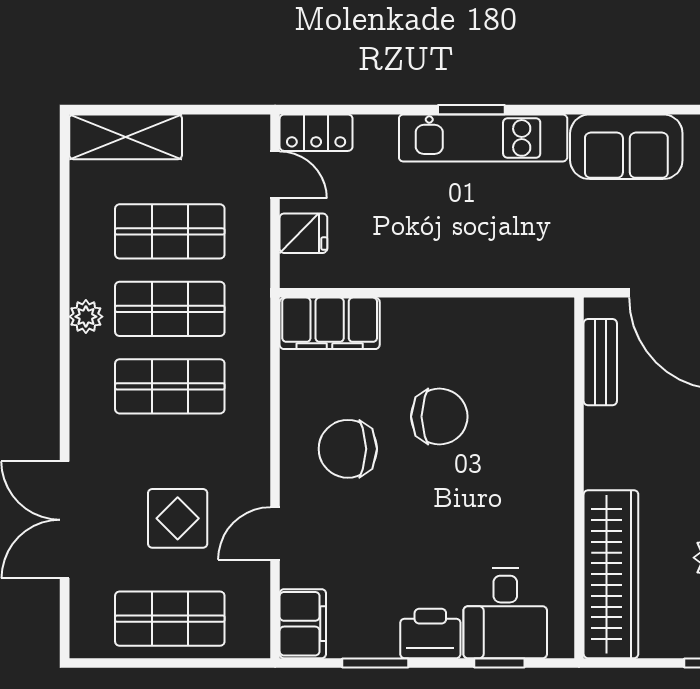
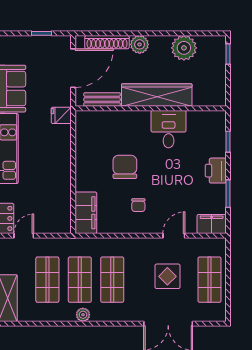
fridge: (303, 233) -> (61, 115), moved, turned -90
chair: (348, 449) -> (138, 205), width x0.54, depth x0.54
door: (275, 534) -> (174, 236), swing flipped
wardrobe: (611, 574) -> (157, 95), moved
desk: (505, 613) -> (169, 129), moved, turned -90

